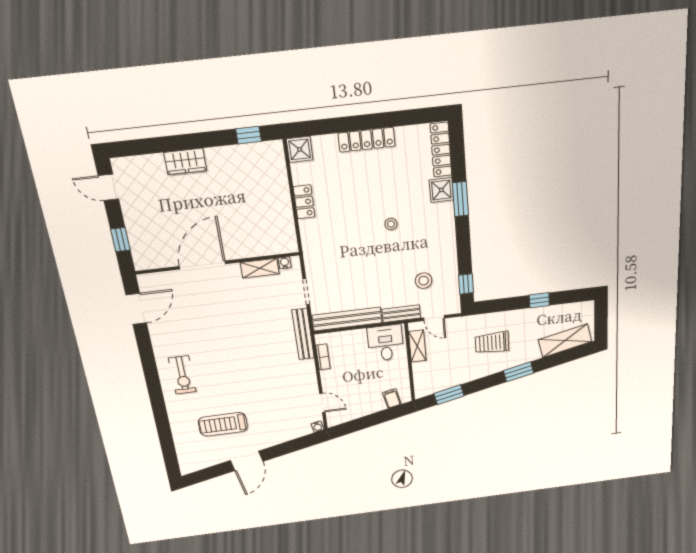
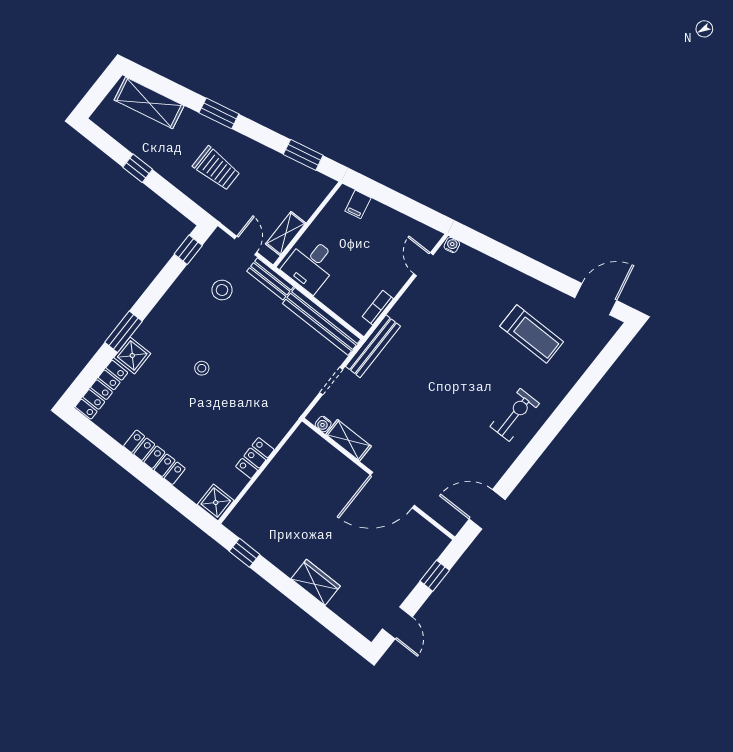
door: (247, 461) -> (596, 299), moved

